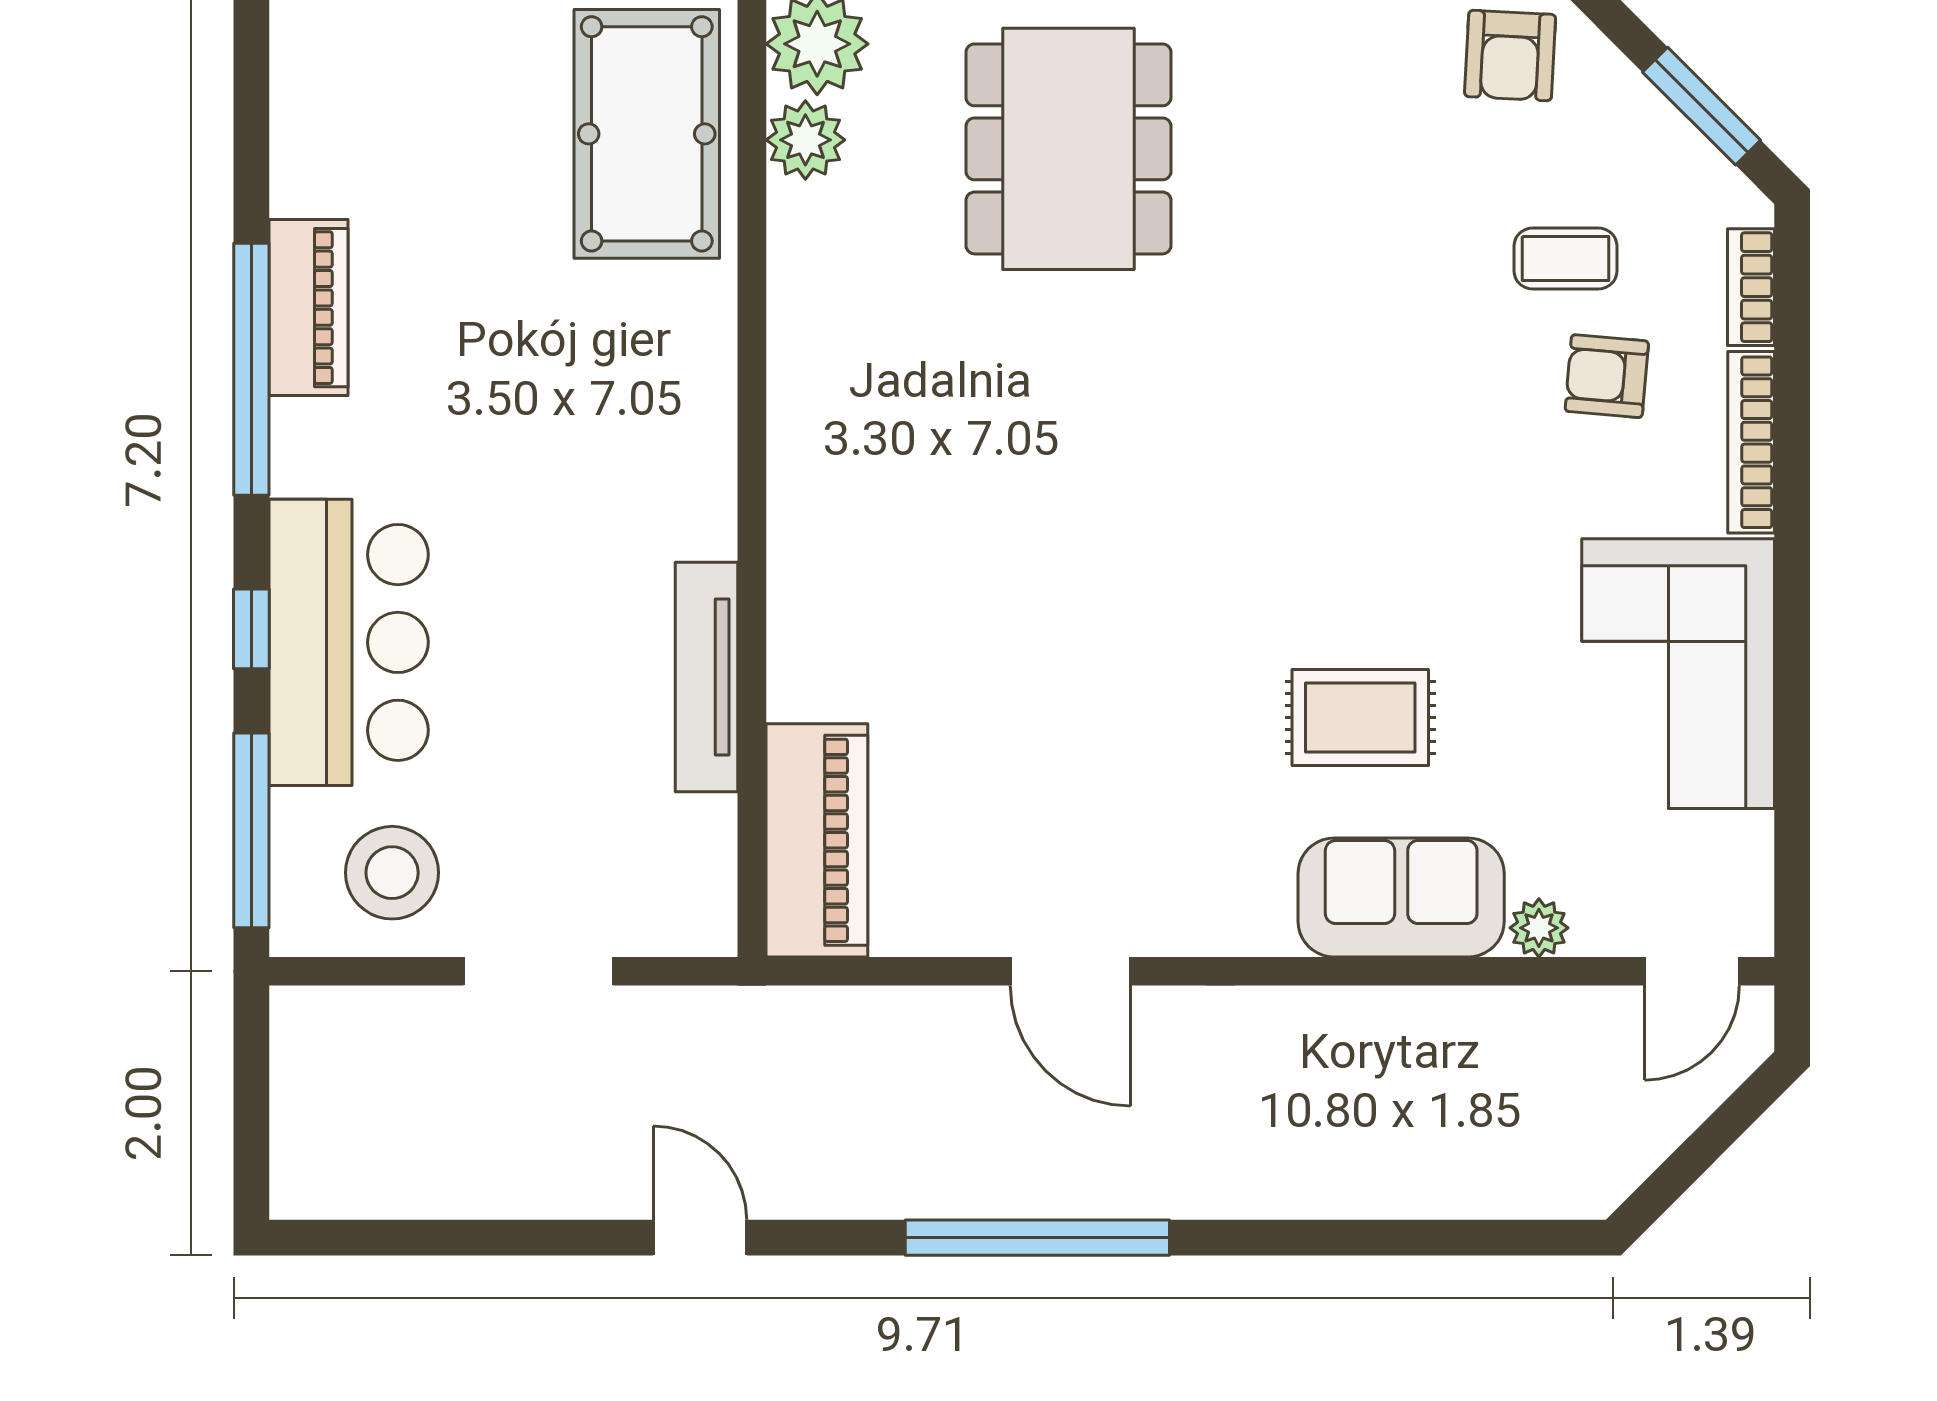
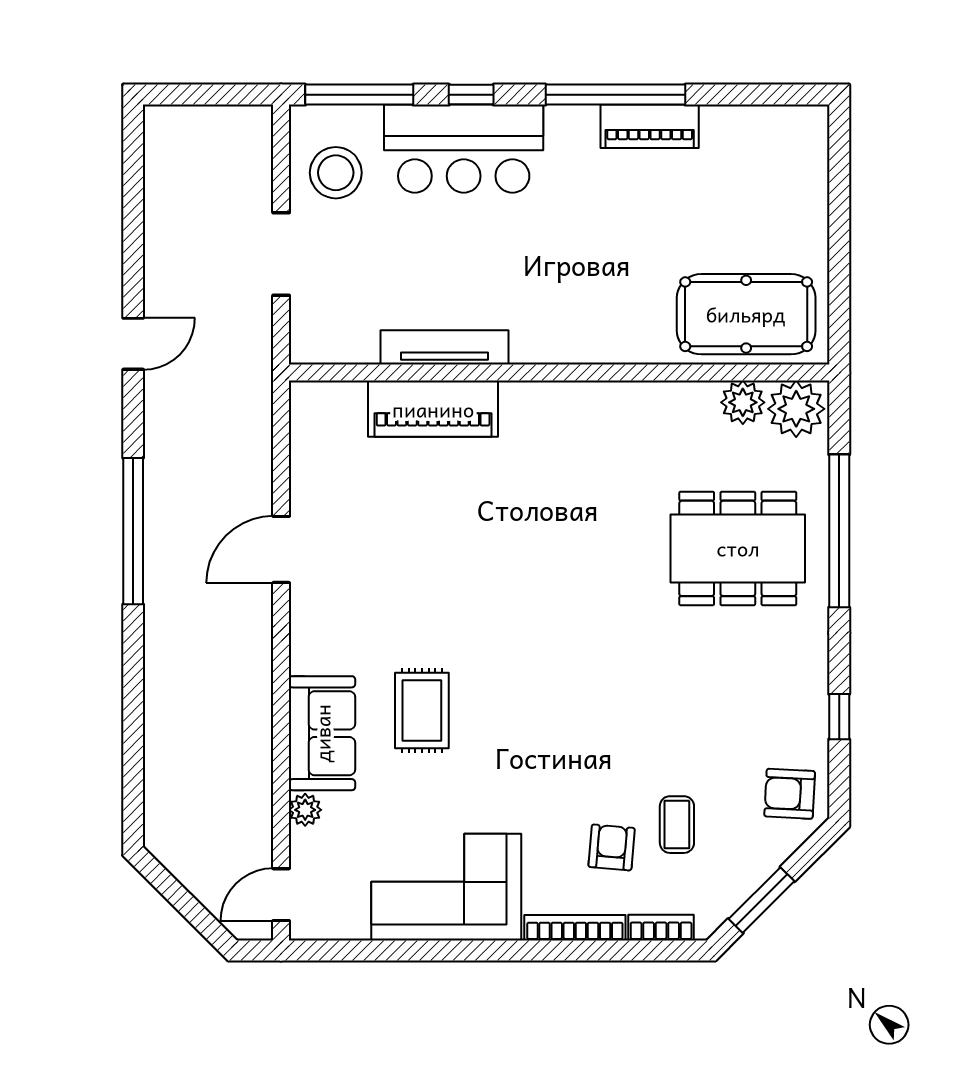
piano: (817, 840) -> (433, 409), moved
door: (1692, 971) -> (281, 895), hinge flipped

